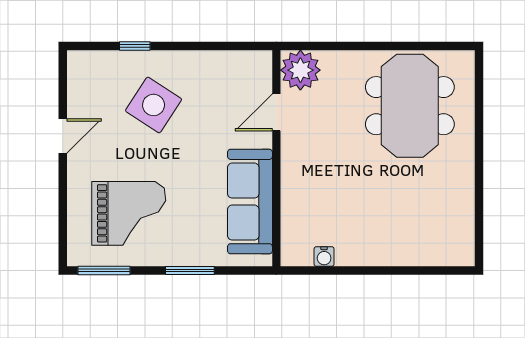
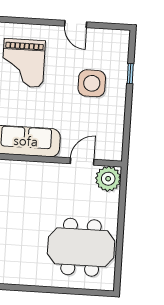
side table: (154, 105) -> (92, 83), turned -33
door: (276, 112) -> (82, 162), hinge flipped

